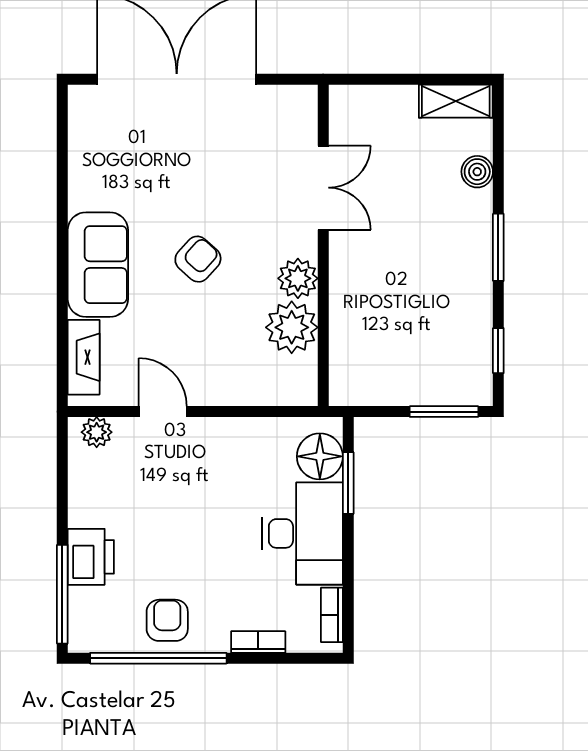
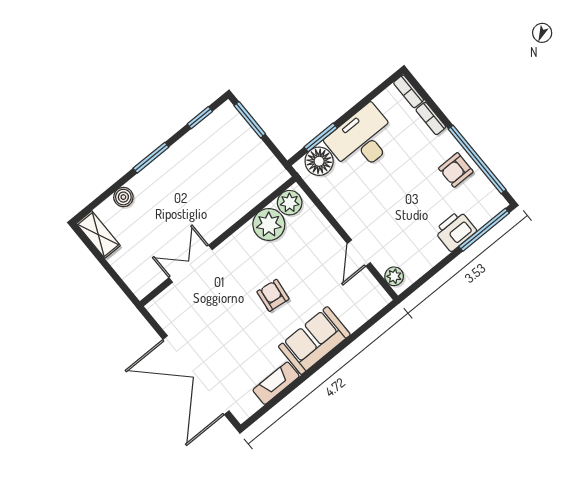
armchair: (198, 259) -> (273, 295), turned 55
plant: (298, 278) -> (290, 203), moved
fireplace: (84, 357) -> (276, 383), moved
bookcase: (332, 615) -> (409, 91), moved, turned 90

